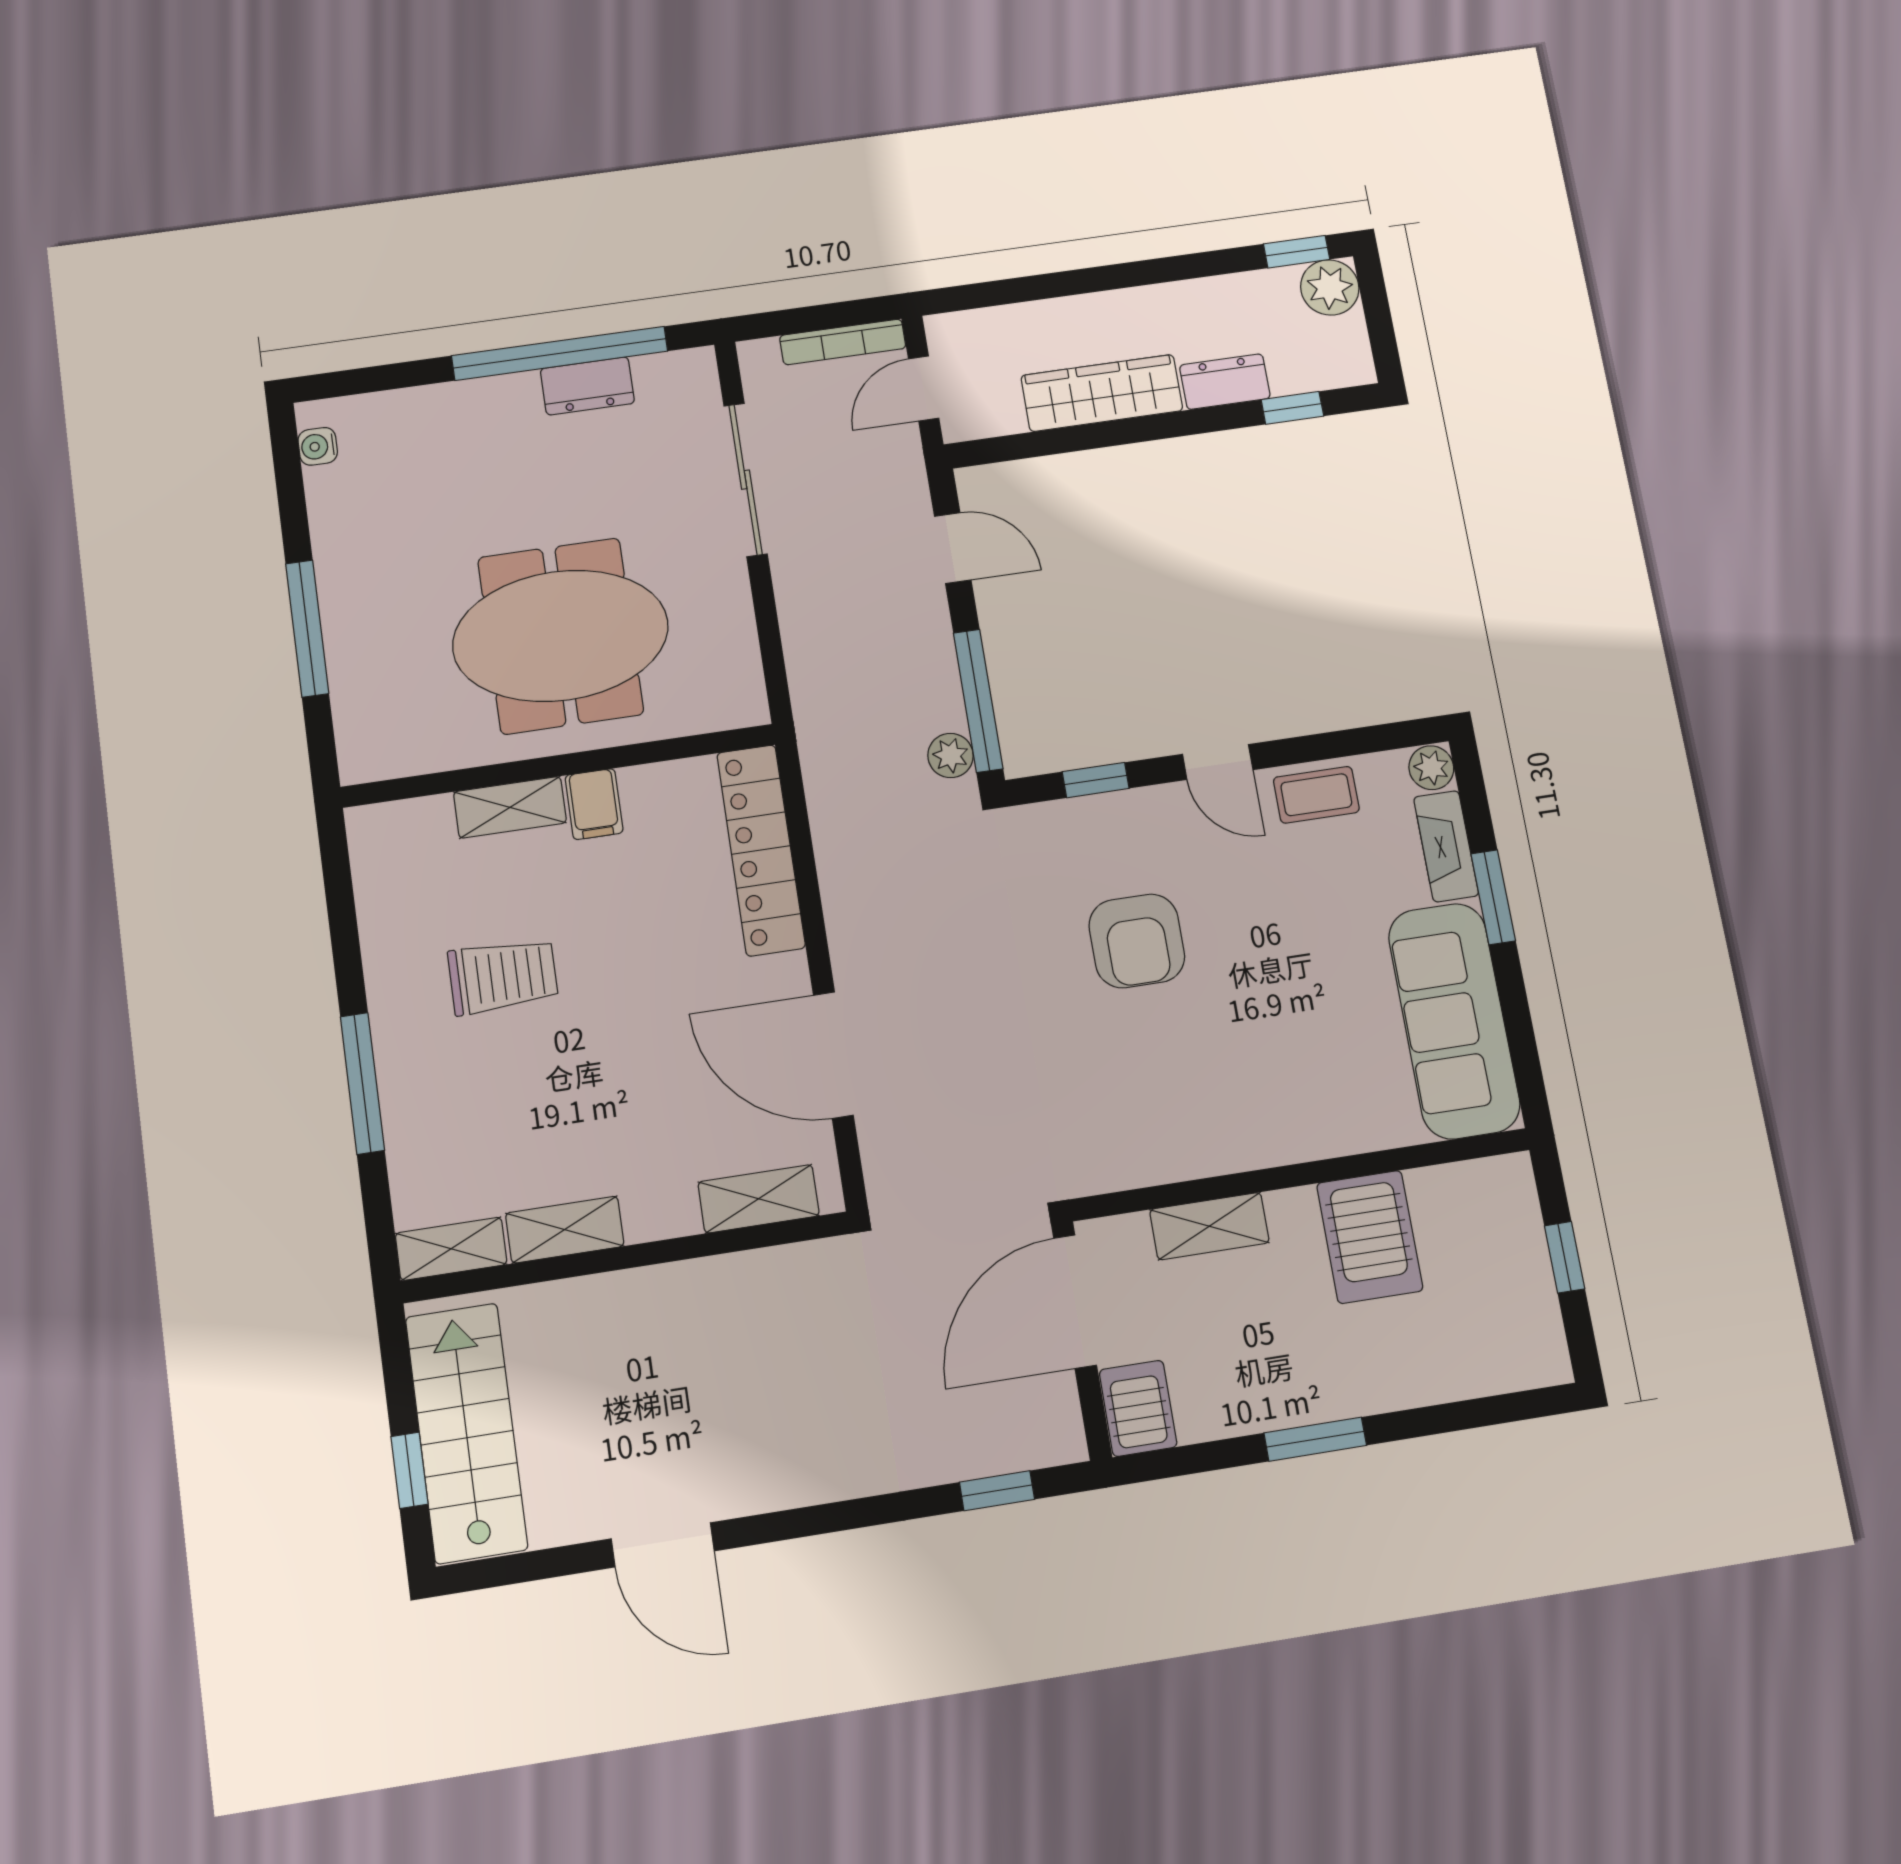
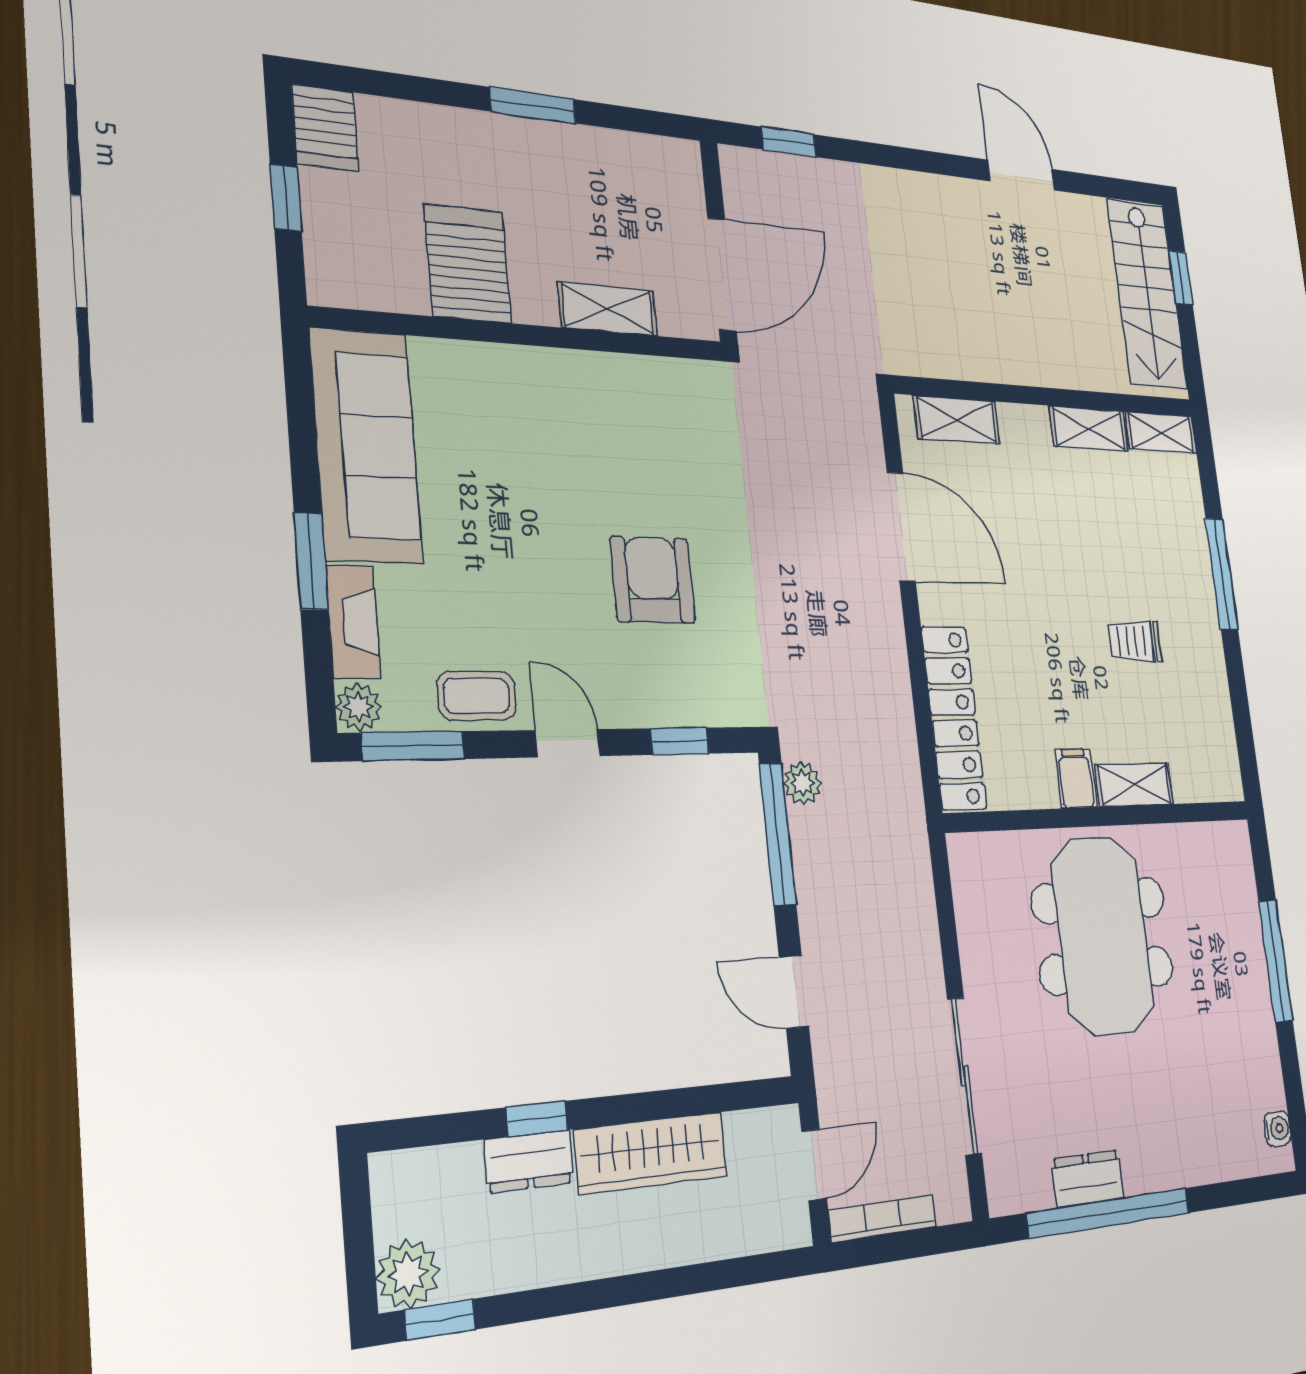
window: (1292, 408) -> (537, 1119), moved
meeting table: (560, 636) -> (1103, 935), turned 90
window: (1375, 739) -> (413, 746), added
trolley: (503, 976) -> (1135, 641), width x0.73, depth x0.72
server rack: (1138, 1408) -> (325, 128), moved

